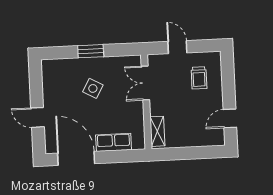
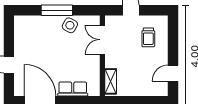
window: (91, 51) -> (57, 10), width x1.44
side table: (93, 88) -> (70, 25), moved

